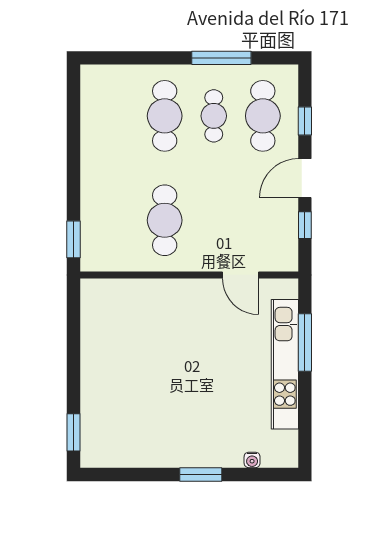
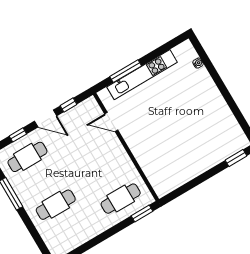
cafe table: (214, 116) -> (42, 181), removed
cafe table: (165, 220) -> (121, 199), moved
door: (240, 275) -> (111, 122), swing flipped
window: (201, 474) -> (220, 84), removed

